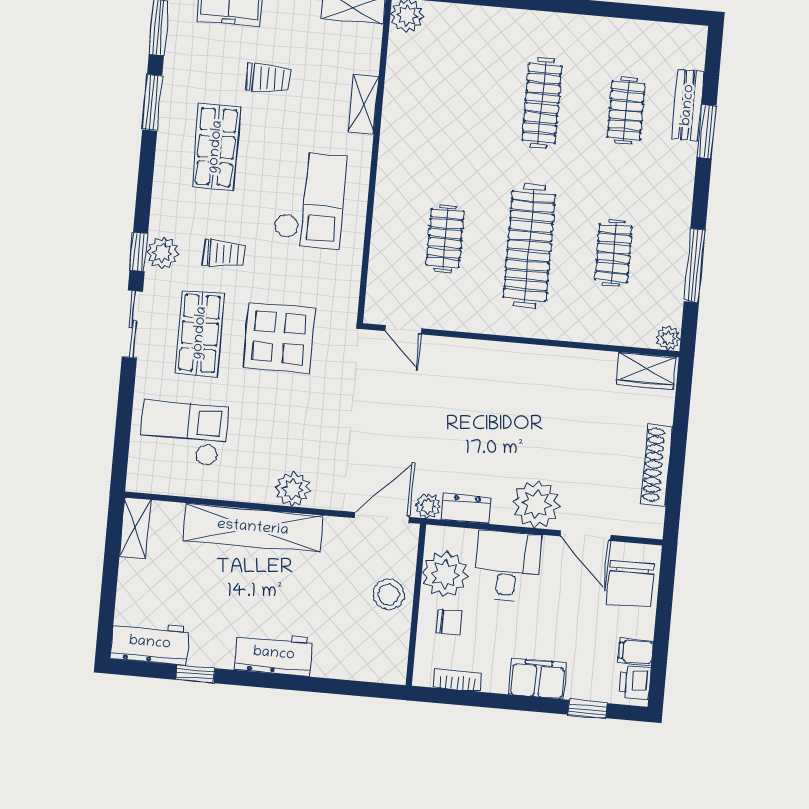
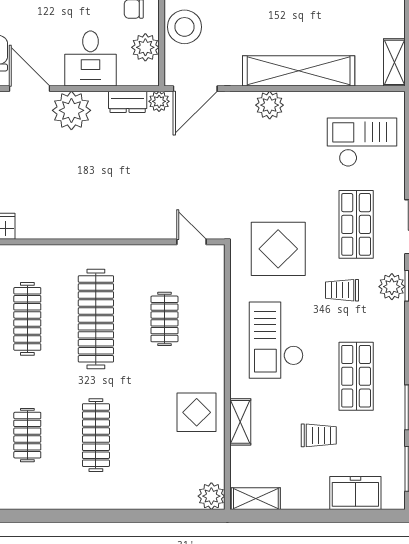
trolley: (268, 78) -> (319, 435), turned 180
display table: (416, 120) -> (197, 412), added
clothes rail: (613, 253) -> (27, 319), width x1.36
display table: (279, 338) -> (278, 249), moved
checkout: (183, 433) -> (362, 142), turned 180
plant: (445, 574) -> (145, 47), width x0.73, depth x0.73
stool: (389, 594) -> (184, 27), width x1.38, depth x1.38

